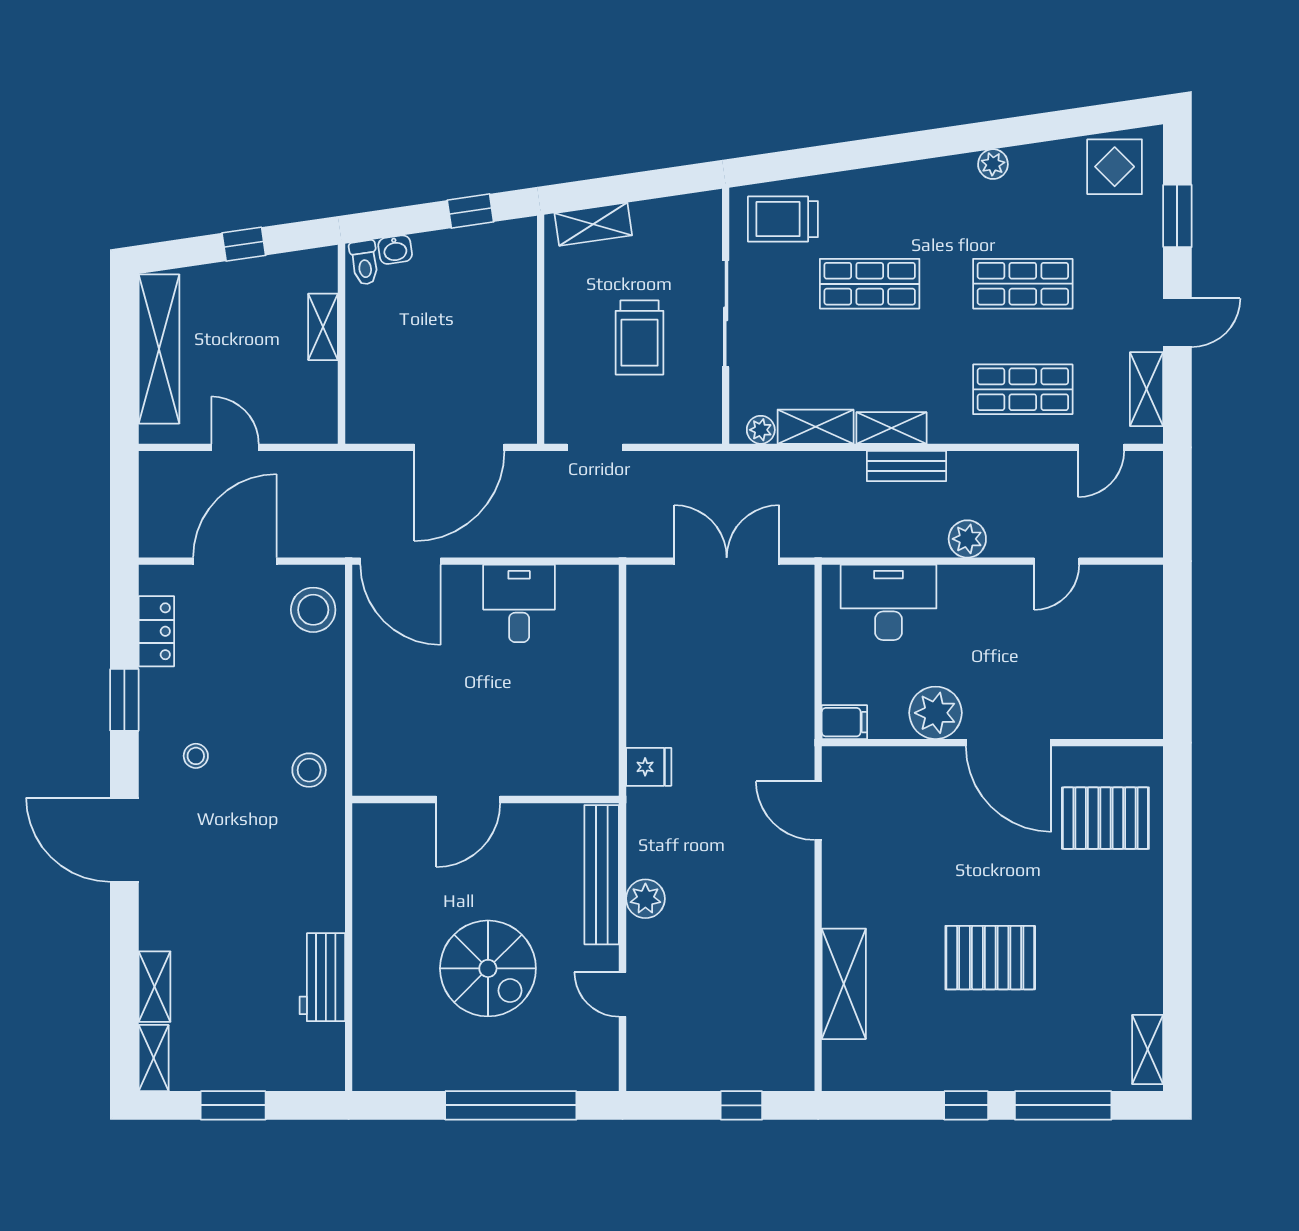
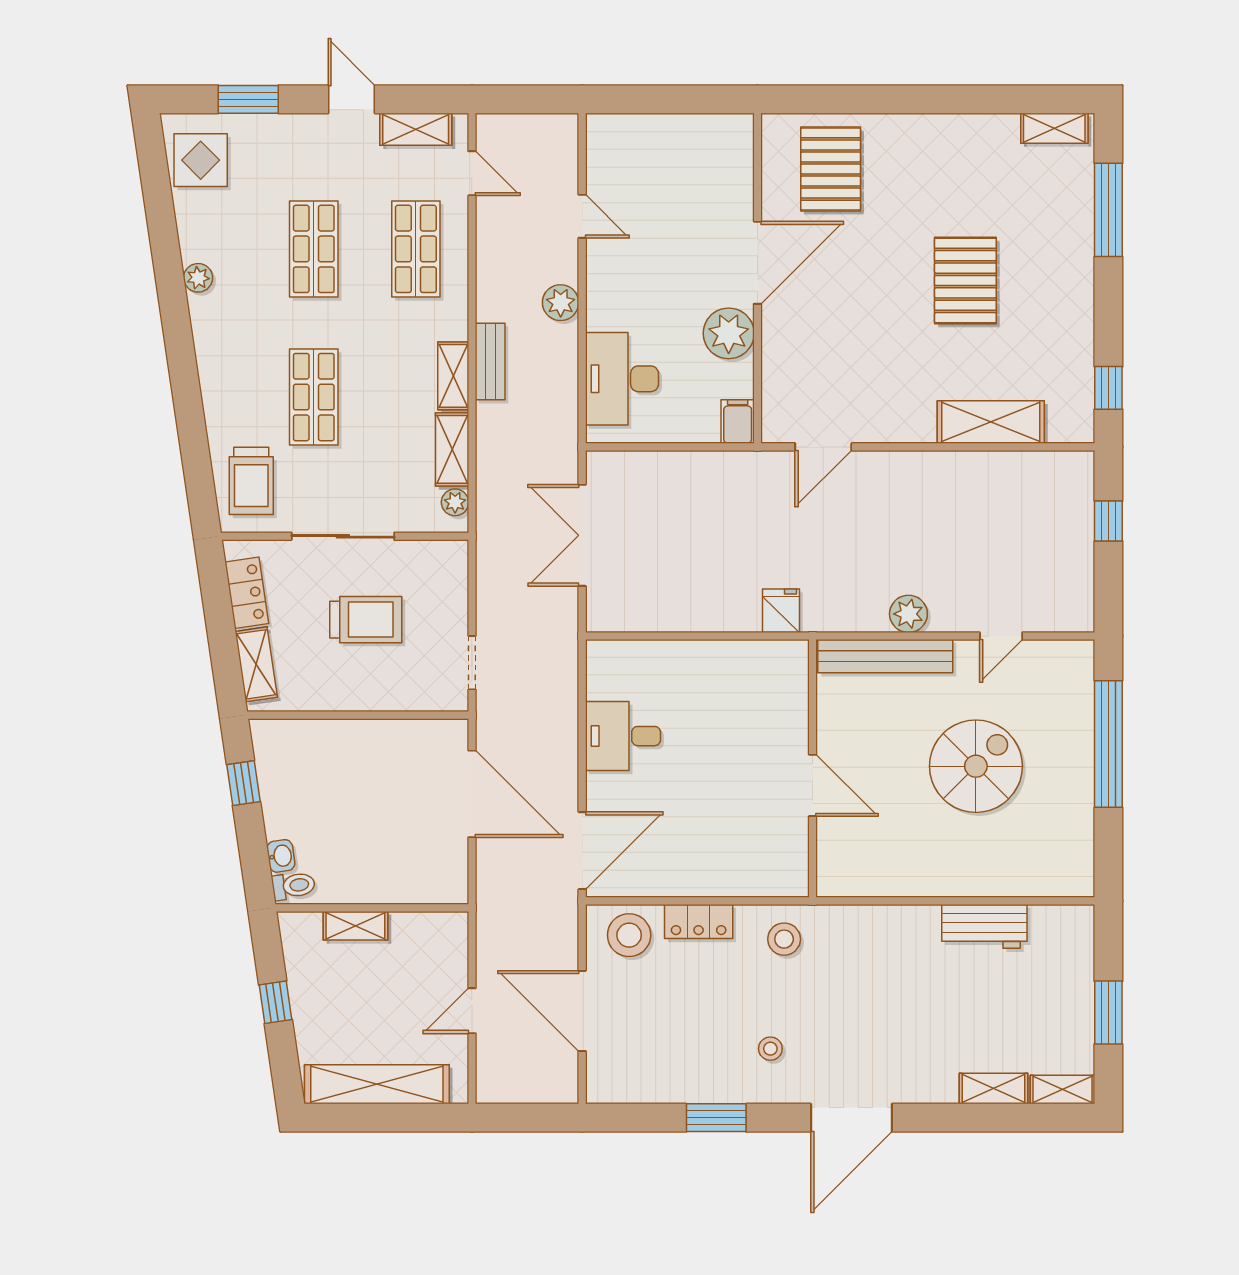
locker: (667, 214) -> (247, 593), added
locker: (156, 631) -> (699, 922), moved, turned 180
window: (966, 1105) -> (1108, 388), moved

